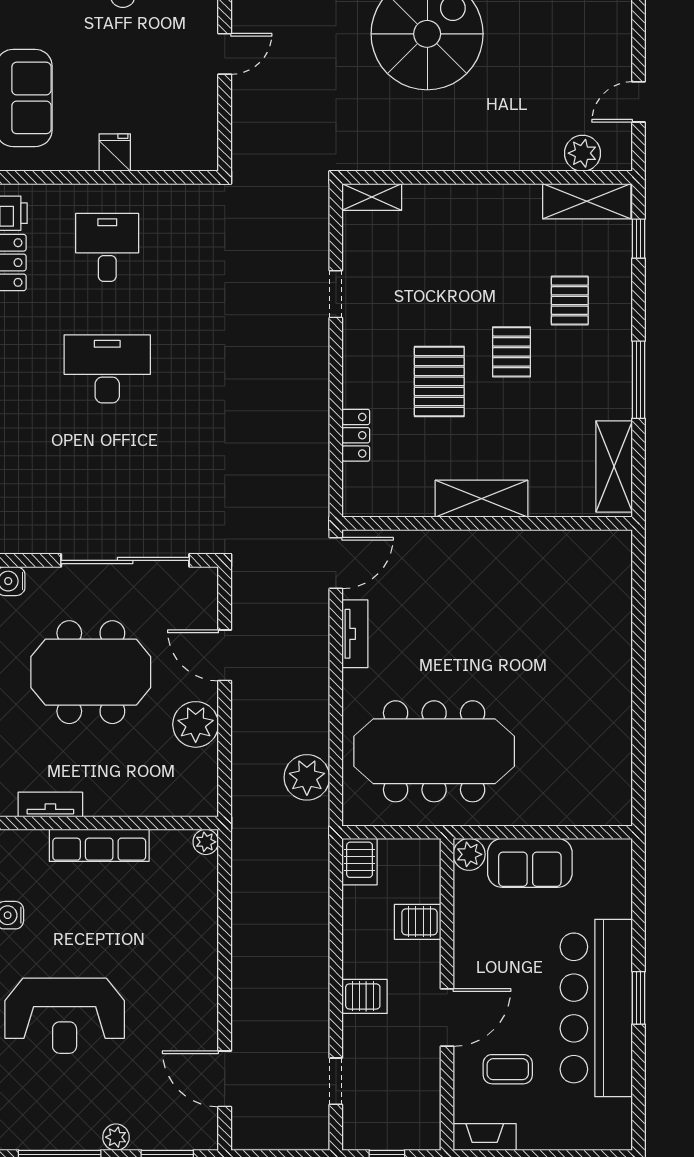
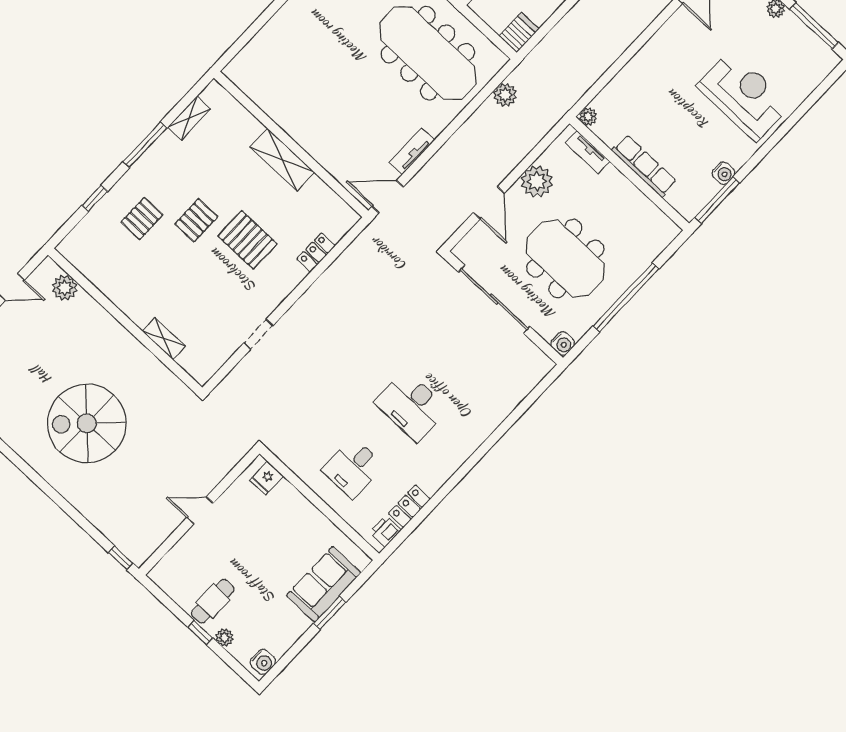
fridge: (115, 153) -> (266, 478), moved
shelving: (372, 197) -> (164, 339), moved
shelving: (587, 201) -> (86, 261), removed
window: (639, 239) -> (95, 198), moved
pallet: (439, 381) -> (247, 240), turned 90
shelving: (614, 466) -> (189, 118), width x0.67, depth x0.75
plant: (307, 777) -> (505, 95), width x0.73, depth x0.73
tv unit: (50, 804) -> (588, 152), moved

